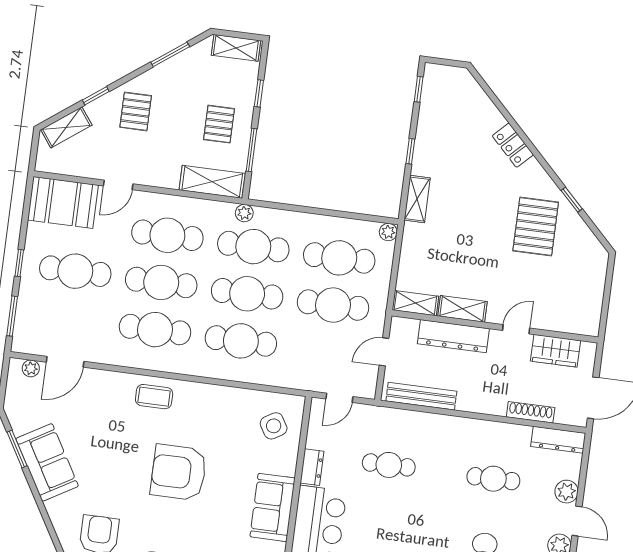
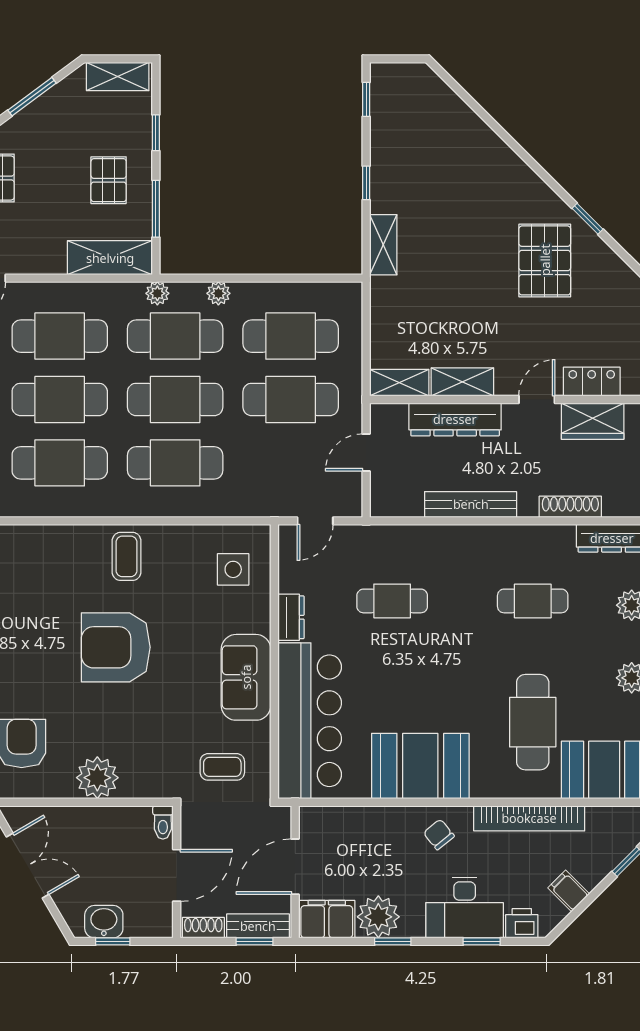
locker: (513, 145) -> (592, 382), moved, turned 135
plant: (388, 232) -> (218, 293), moved
bench: (421, 396) -> (471, 504), moved
coffee table: (154, 397) -> (127, 556), moved, turned 90
side table: (274, 426) -> (233, 569), turned 31

